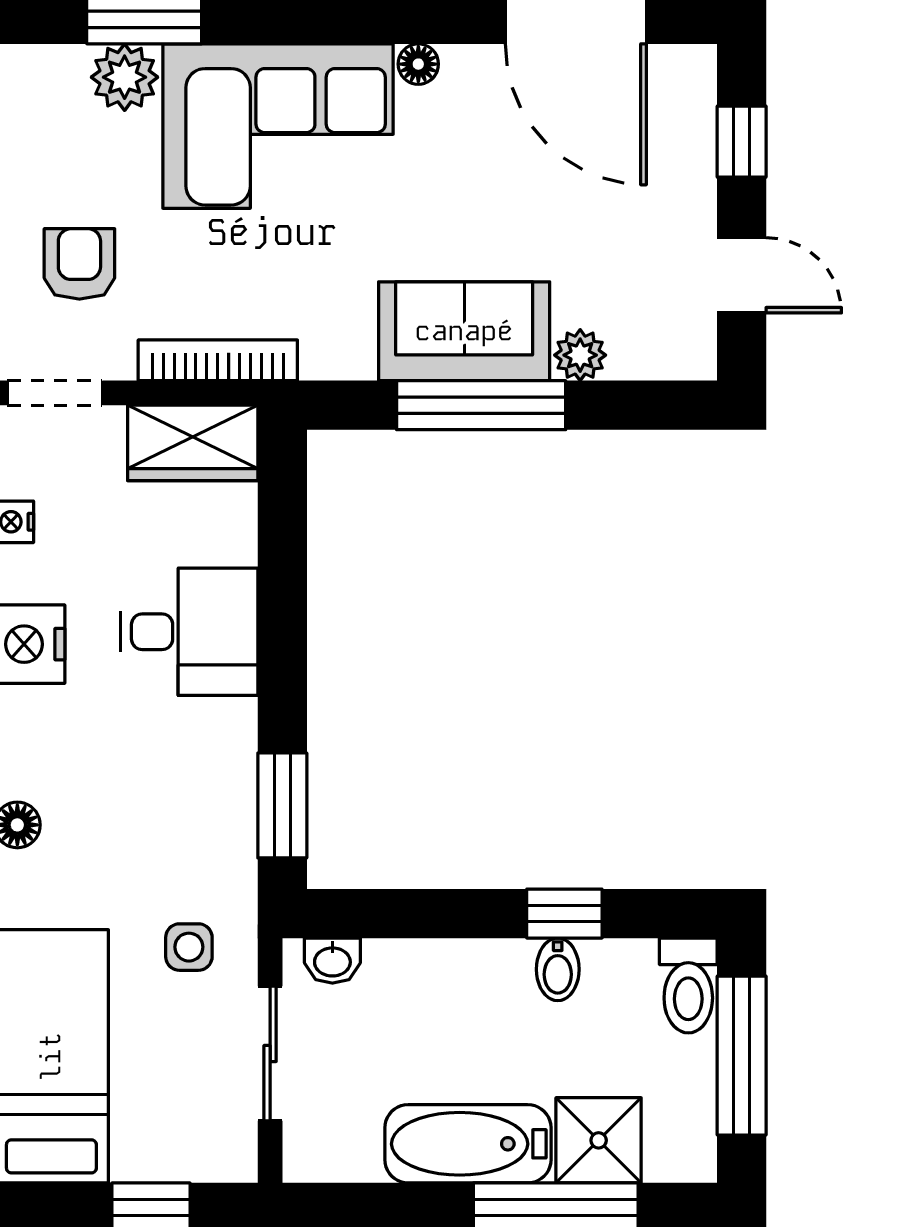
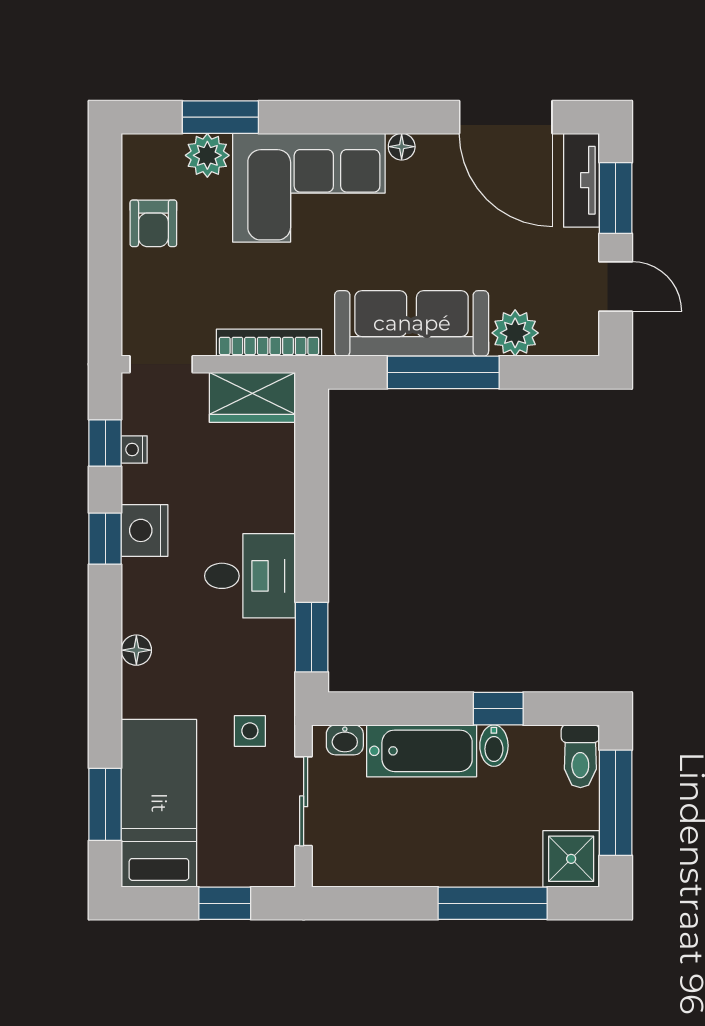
tv unit: (690, 115) -> (581, 180), added
window: (742, 142) -> (616, 198), width x1.50
armchair: (79, 264) -> (153, 223), moved, turned 180
sofa: (464, 331) -> (412, 323), width x1.36
plant: (580, 355) -> (515, 333), width x1.38, depth x1.38
desk: (189, 632) -> (250, 576), moved
shower: (599, 1140) -> (571, 859), moved
bathtub: (468, 1144) -> (422, 751), moved, turned 180

